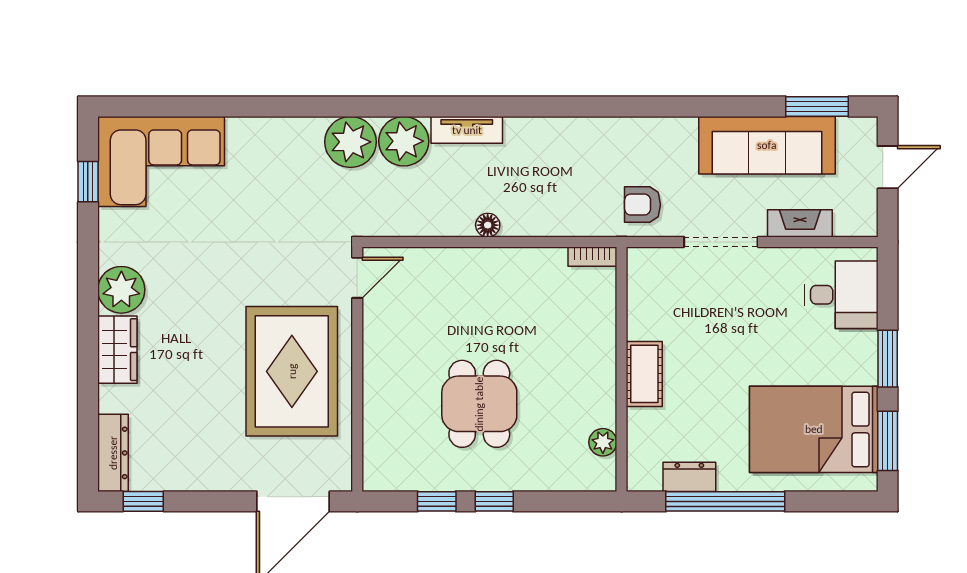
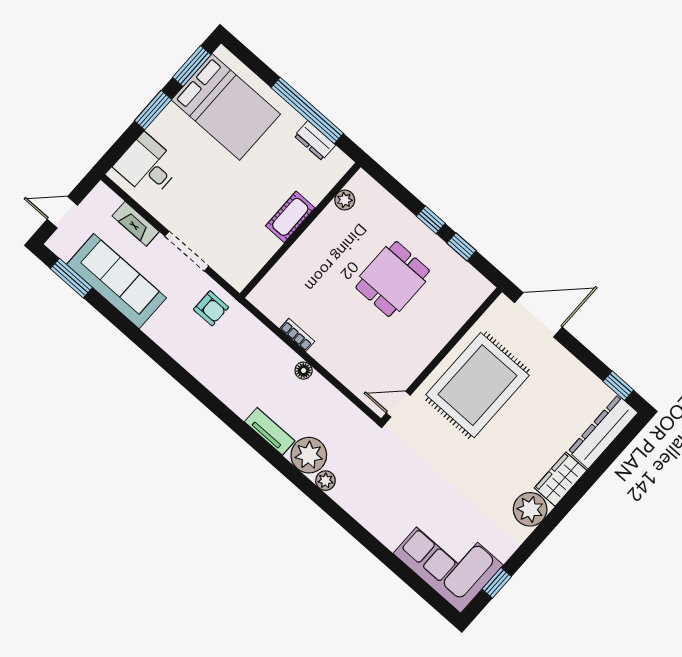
plant: (351, 142) -> (325, 481), width x0.53, depth x0.53
bookcase: (592, 257) -> (297, 335), moved
dresser: (113, 453) -> (603, 432), width x1.37, depth x1.24

